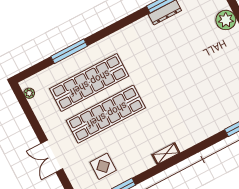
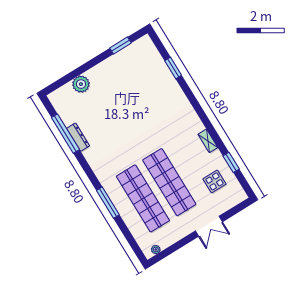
window: (69, 51) -> (108, 203), moved
shelving: (166, 154) -> (208, 141), moved

